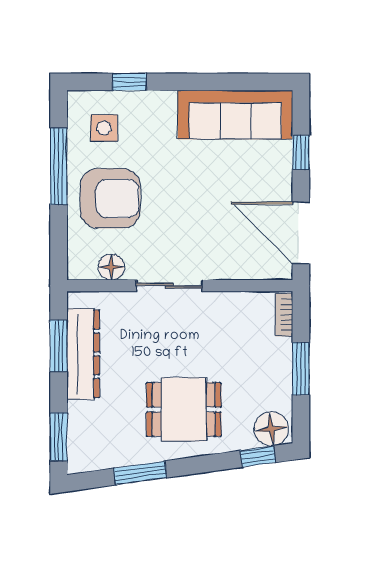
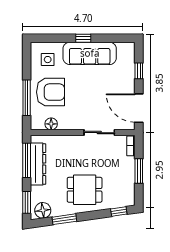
window: (129, 82) -> (83, 38), moved
sofa: (235, 115) -> (90, 53), moved
window: (59, 166) -> (27, 98), moved
sliding door: (169, 286) -> (99, 133), moved
window: (59, 346) -> (27, 160), width x1.44
floor lamp: (271, 429) -> (43, 210), moved

